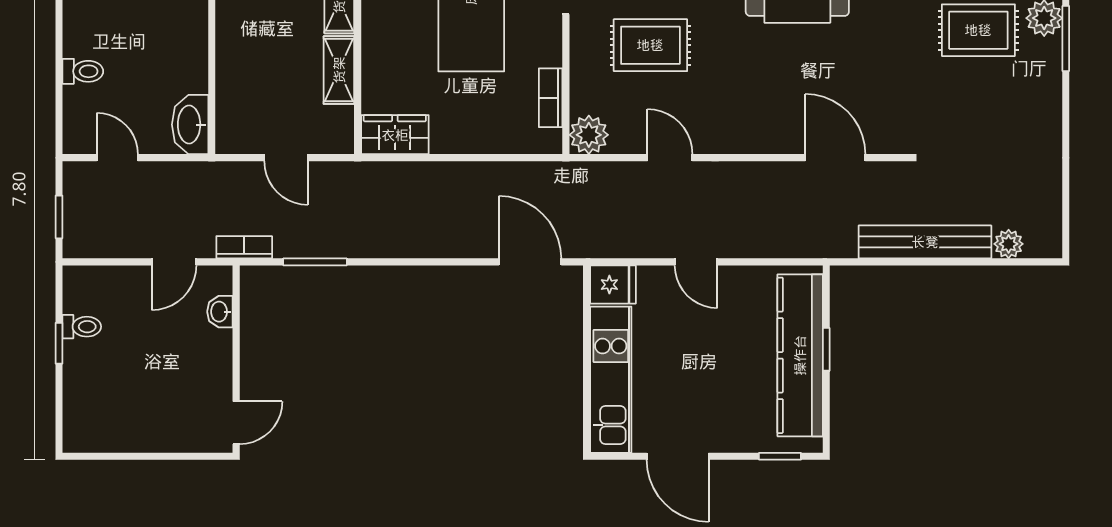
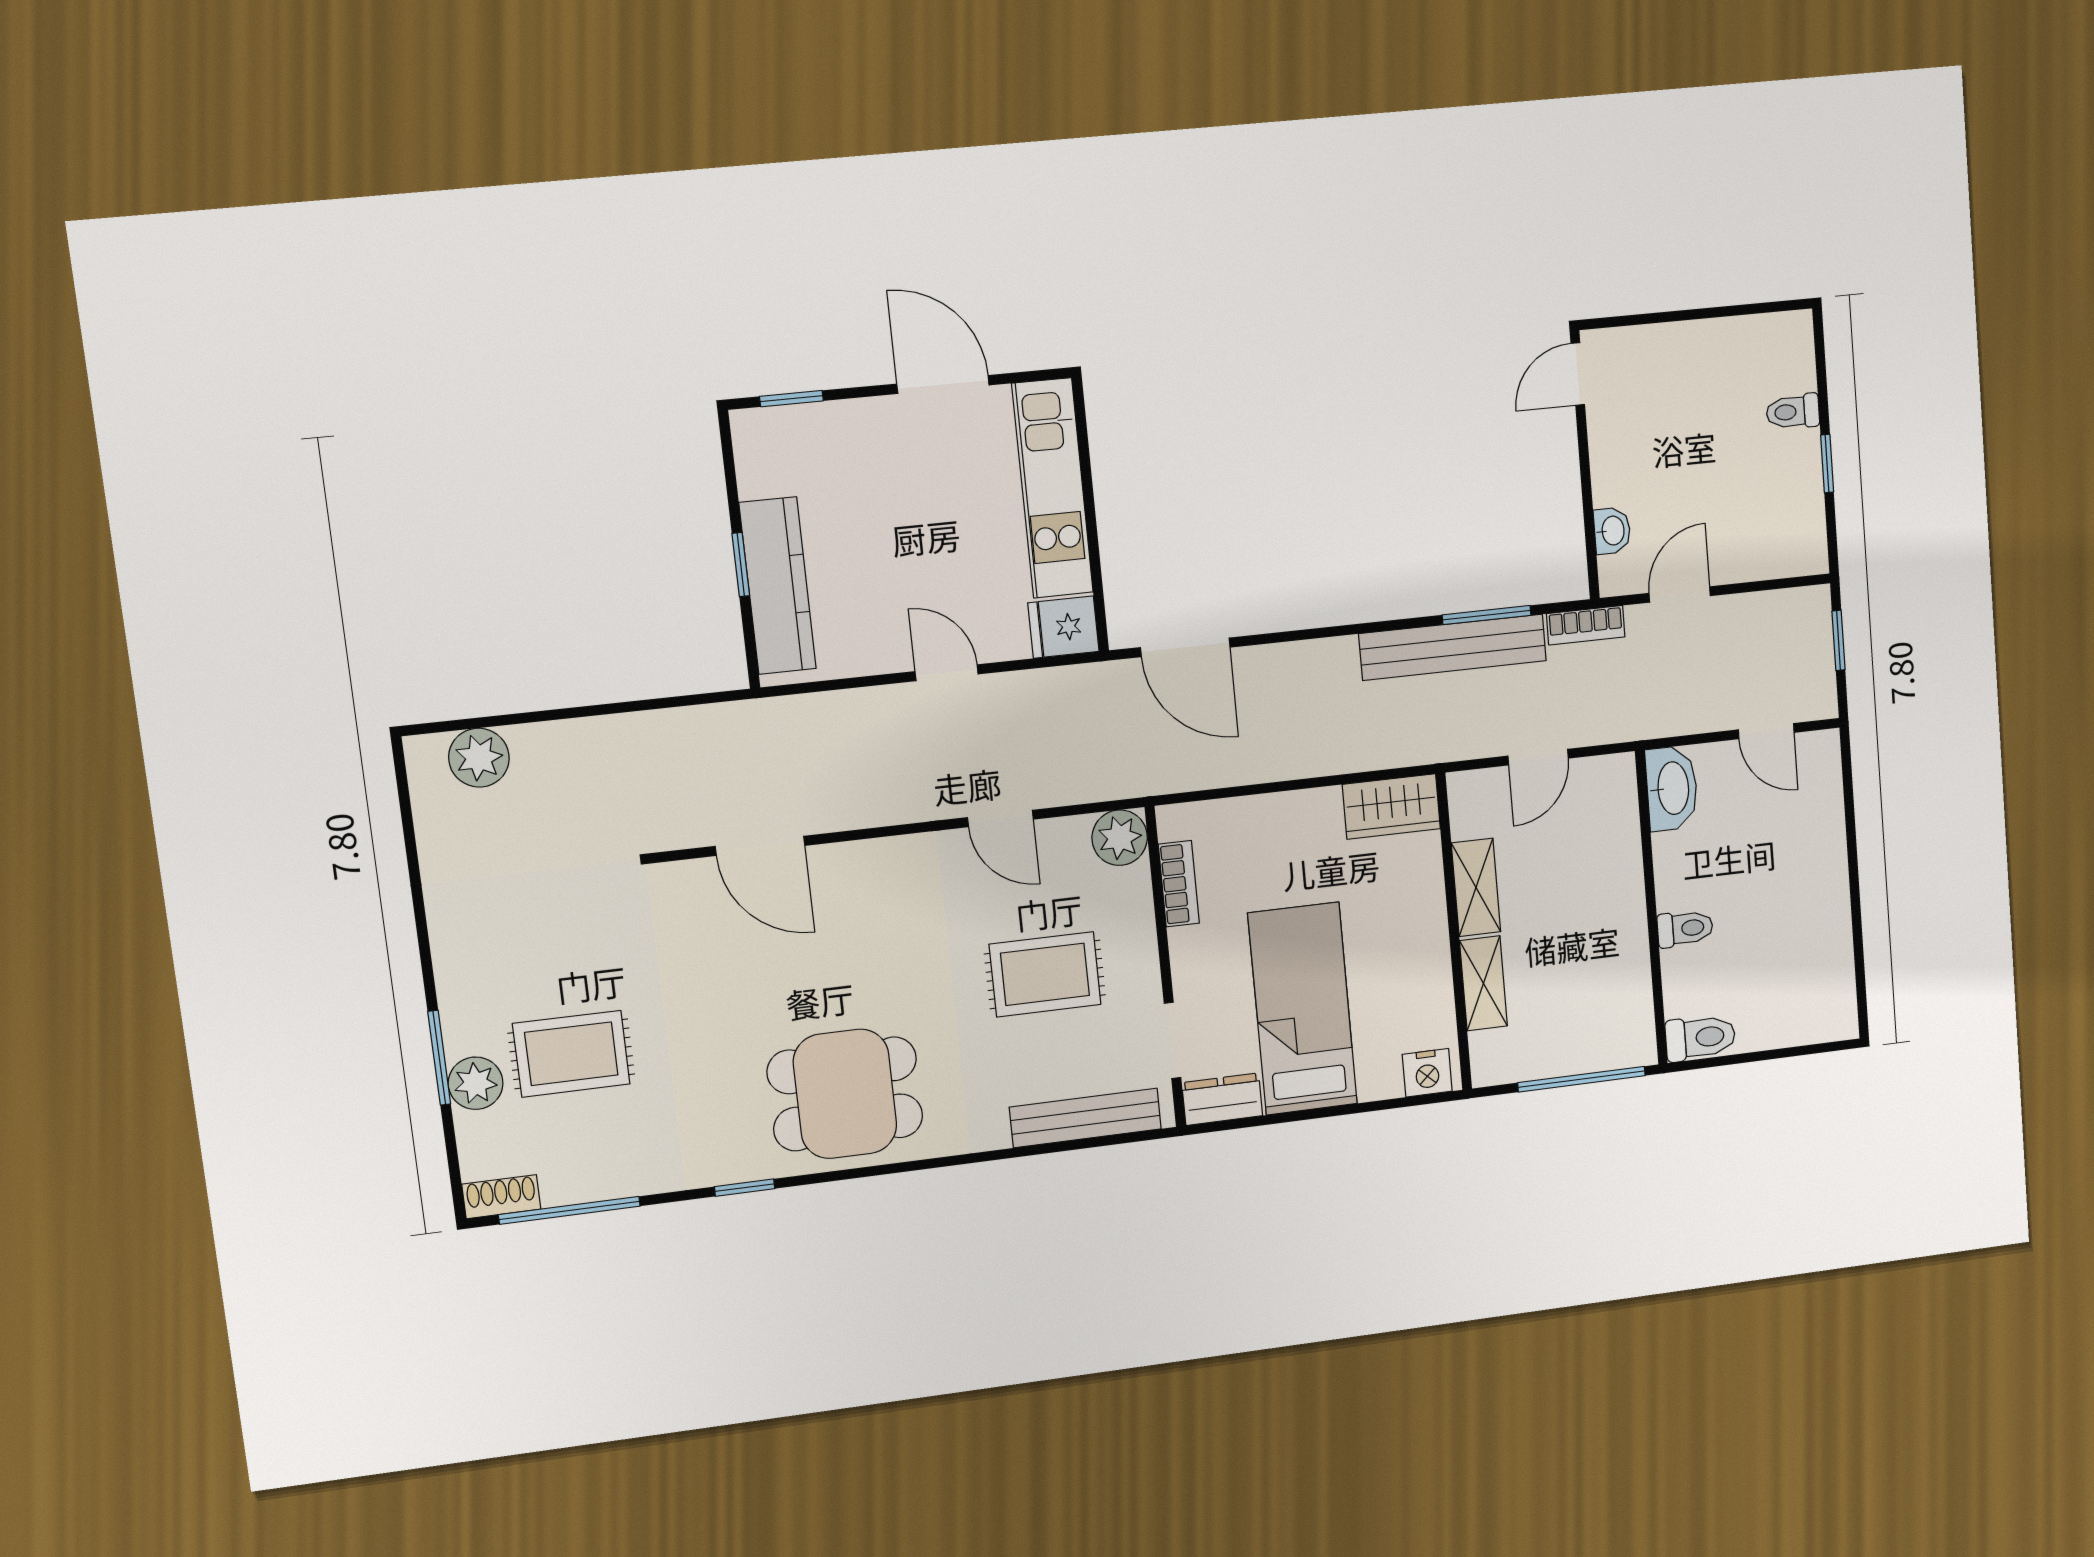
toilet: (83, 71) -> (1685, 928), moved, turned 180
door: (286, 158) -> (1538, 757), swing flipped
bench: (925, 242) -> (1453, 647), moved
plant: (1009, 244) -> (479, 758), width x1.38, depth x1.38
toilet: (82, 327) -> (1793, 412), moved
kitchen counter: (800, 355) -> (778, 586), width x0.72, depth x0.86

